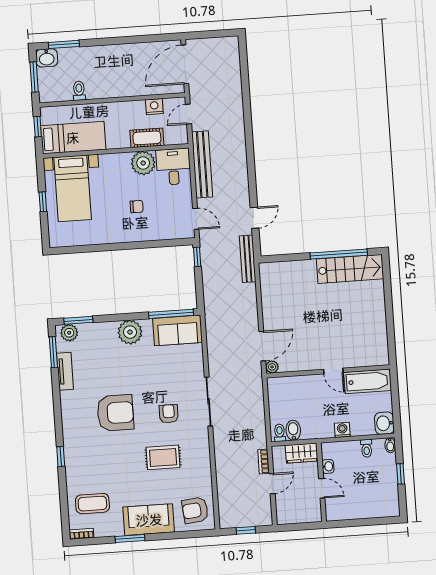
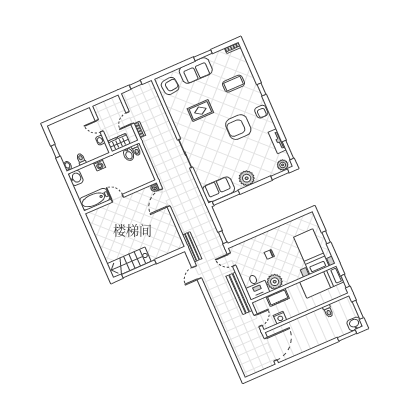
armchair: (169, 414) -> (261, 112), moved
coffee table: (92, 504) -> (234, 84), moved

